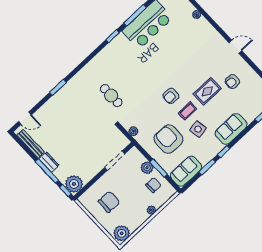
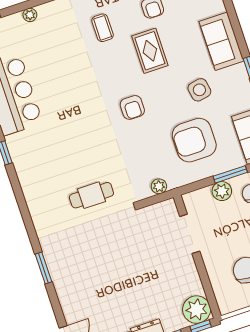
coffee table: (188, 111) -> (103, 28), moved

